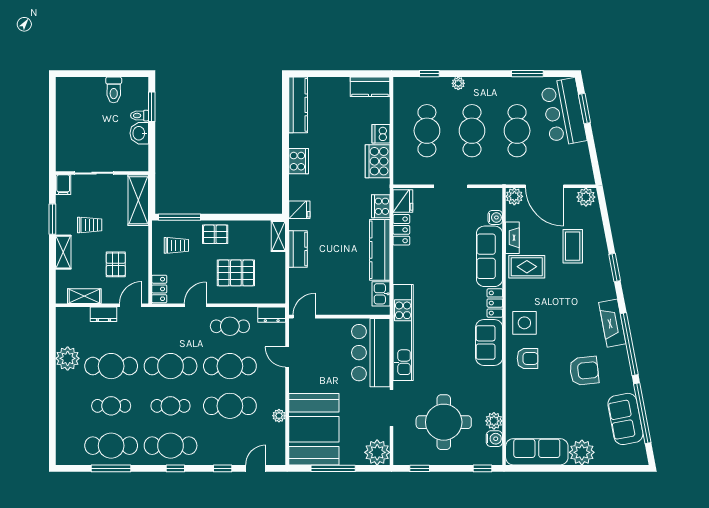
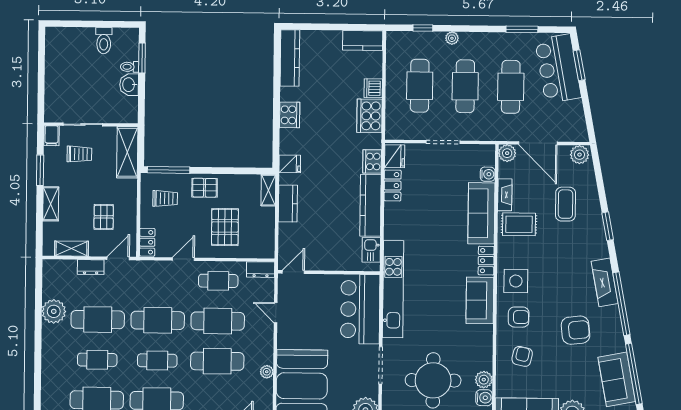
trolley: (90, 225) -> (79, 154), moved
pallet: (236, 273) -> (225, 227), turned 90
armchair: (532, 397) -> (522, 356), added

